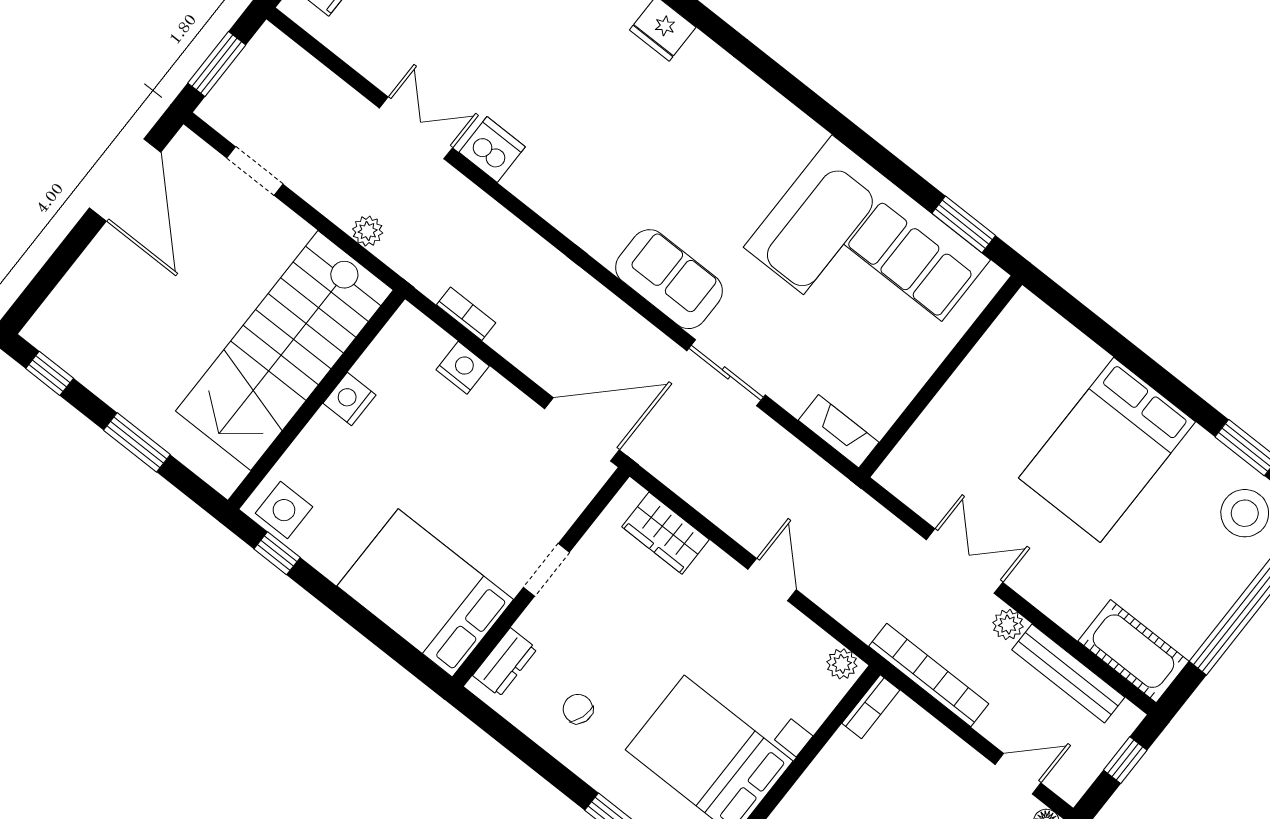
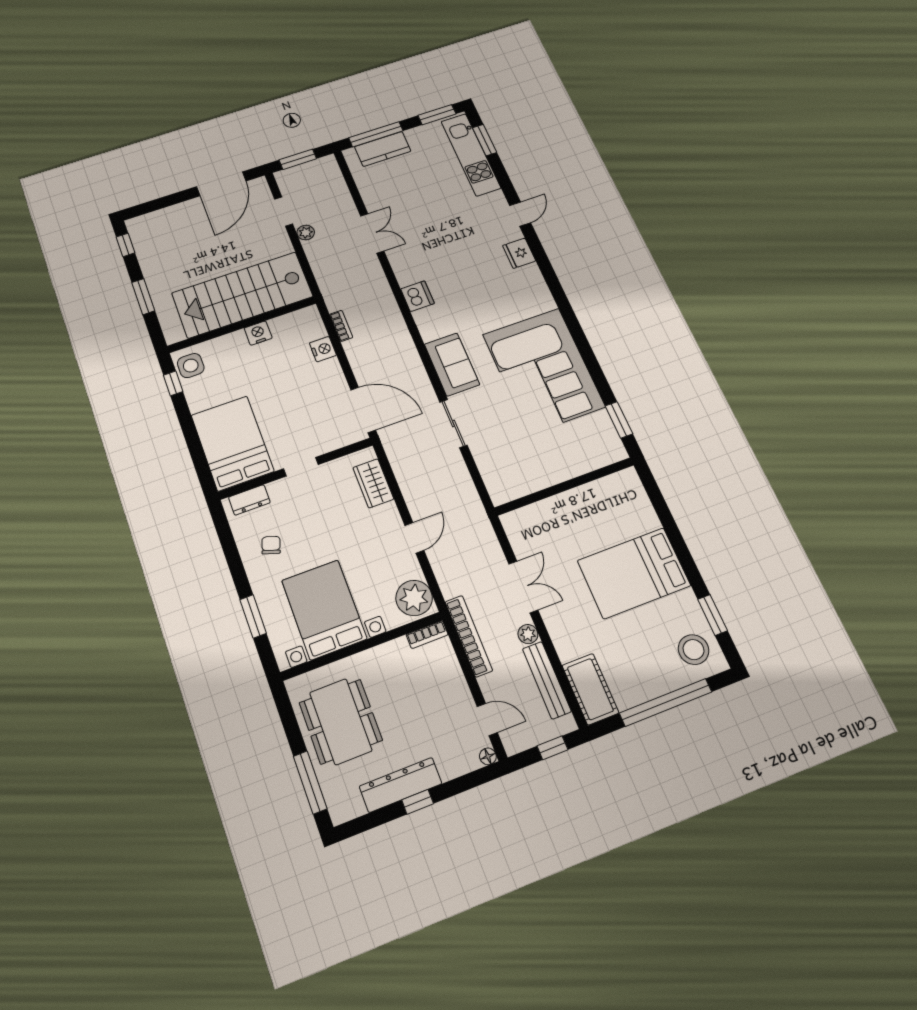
dishwasher: (492, 149) -> (417, 296), moved
plant: (368, 231) -> (306, 233), moved
corner sofa: (867, 254) -> (544, 371), moved
fireplace: (839, 431) -> (495, 484), removed
plant: (842, 664) -> (414, 598), width x1.88, depth x1.88

